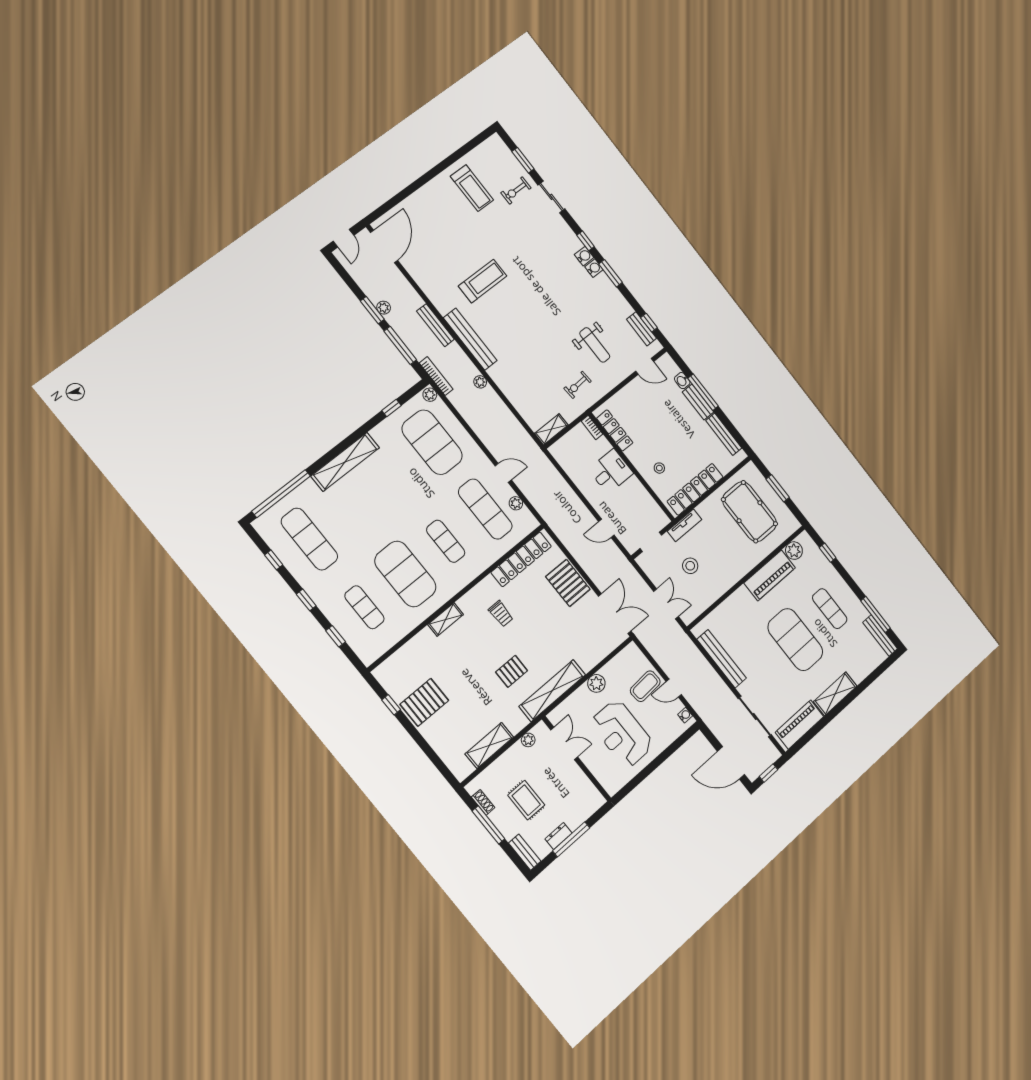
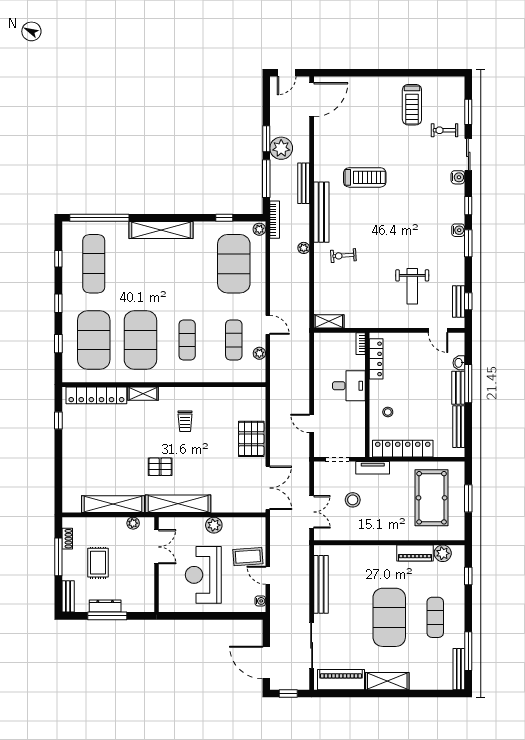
water cooler: (584, 256) -> (458, 177), moved
plant: (384, 308) -> (281, 148), width x1.88, depth x1.88
exercise bike: (578, 385) -> (343, 256), moved
exercise mat: (485, 509) -> (234, 340), width x0.73, depth x0.69
locker: (521, 559) -> (96, 395), moved
piano: (770, 575) -> (415, 553), width x0.73, depth x0.75
exercise mat: (364, 607) -> (94, 340), width x2.00, depth x1.45
pallet: (424, 702) -> (82, 438), removed
shelving: (489, 745) -> (113, 504), width x1.47
dresser: (558, 836) -> (105, 606), width x1.44

